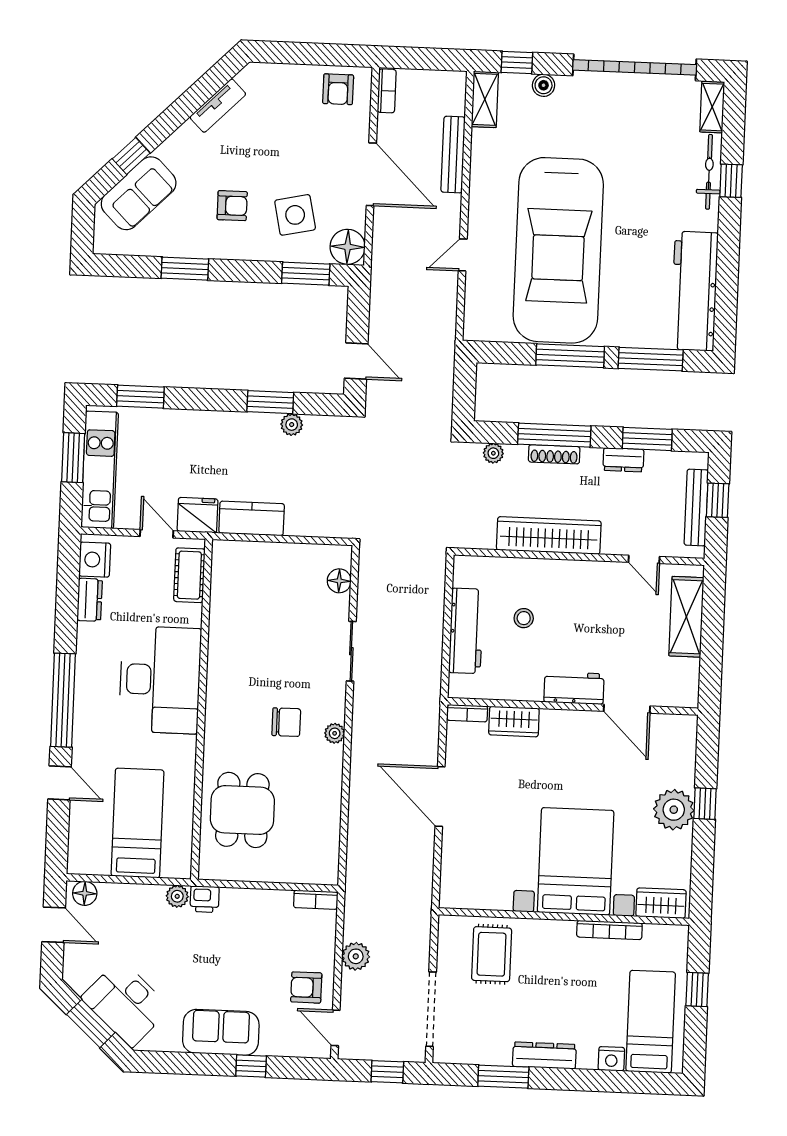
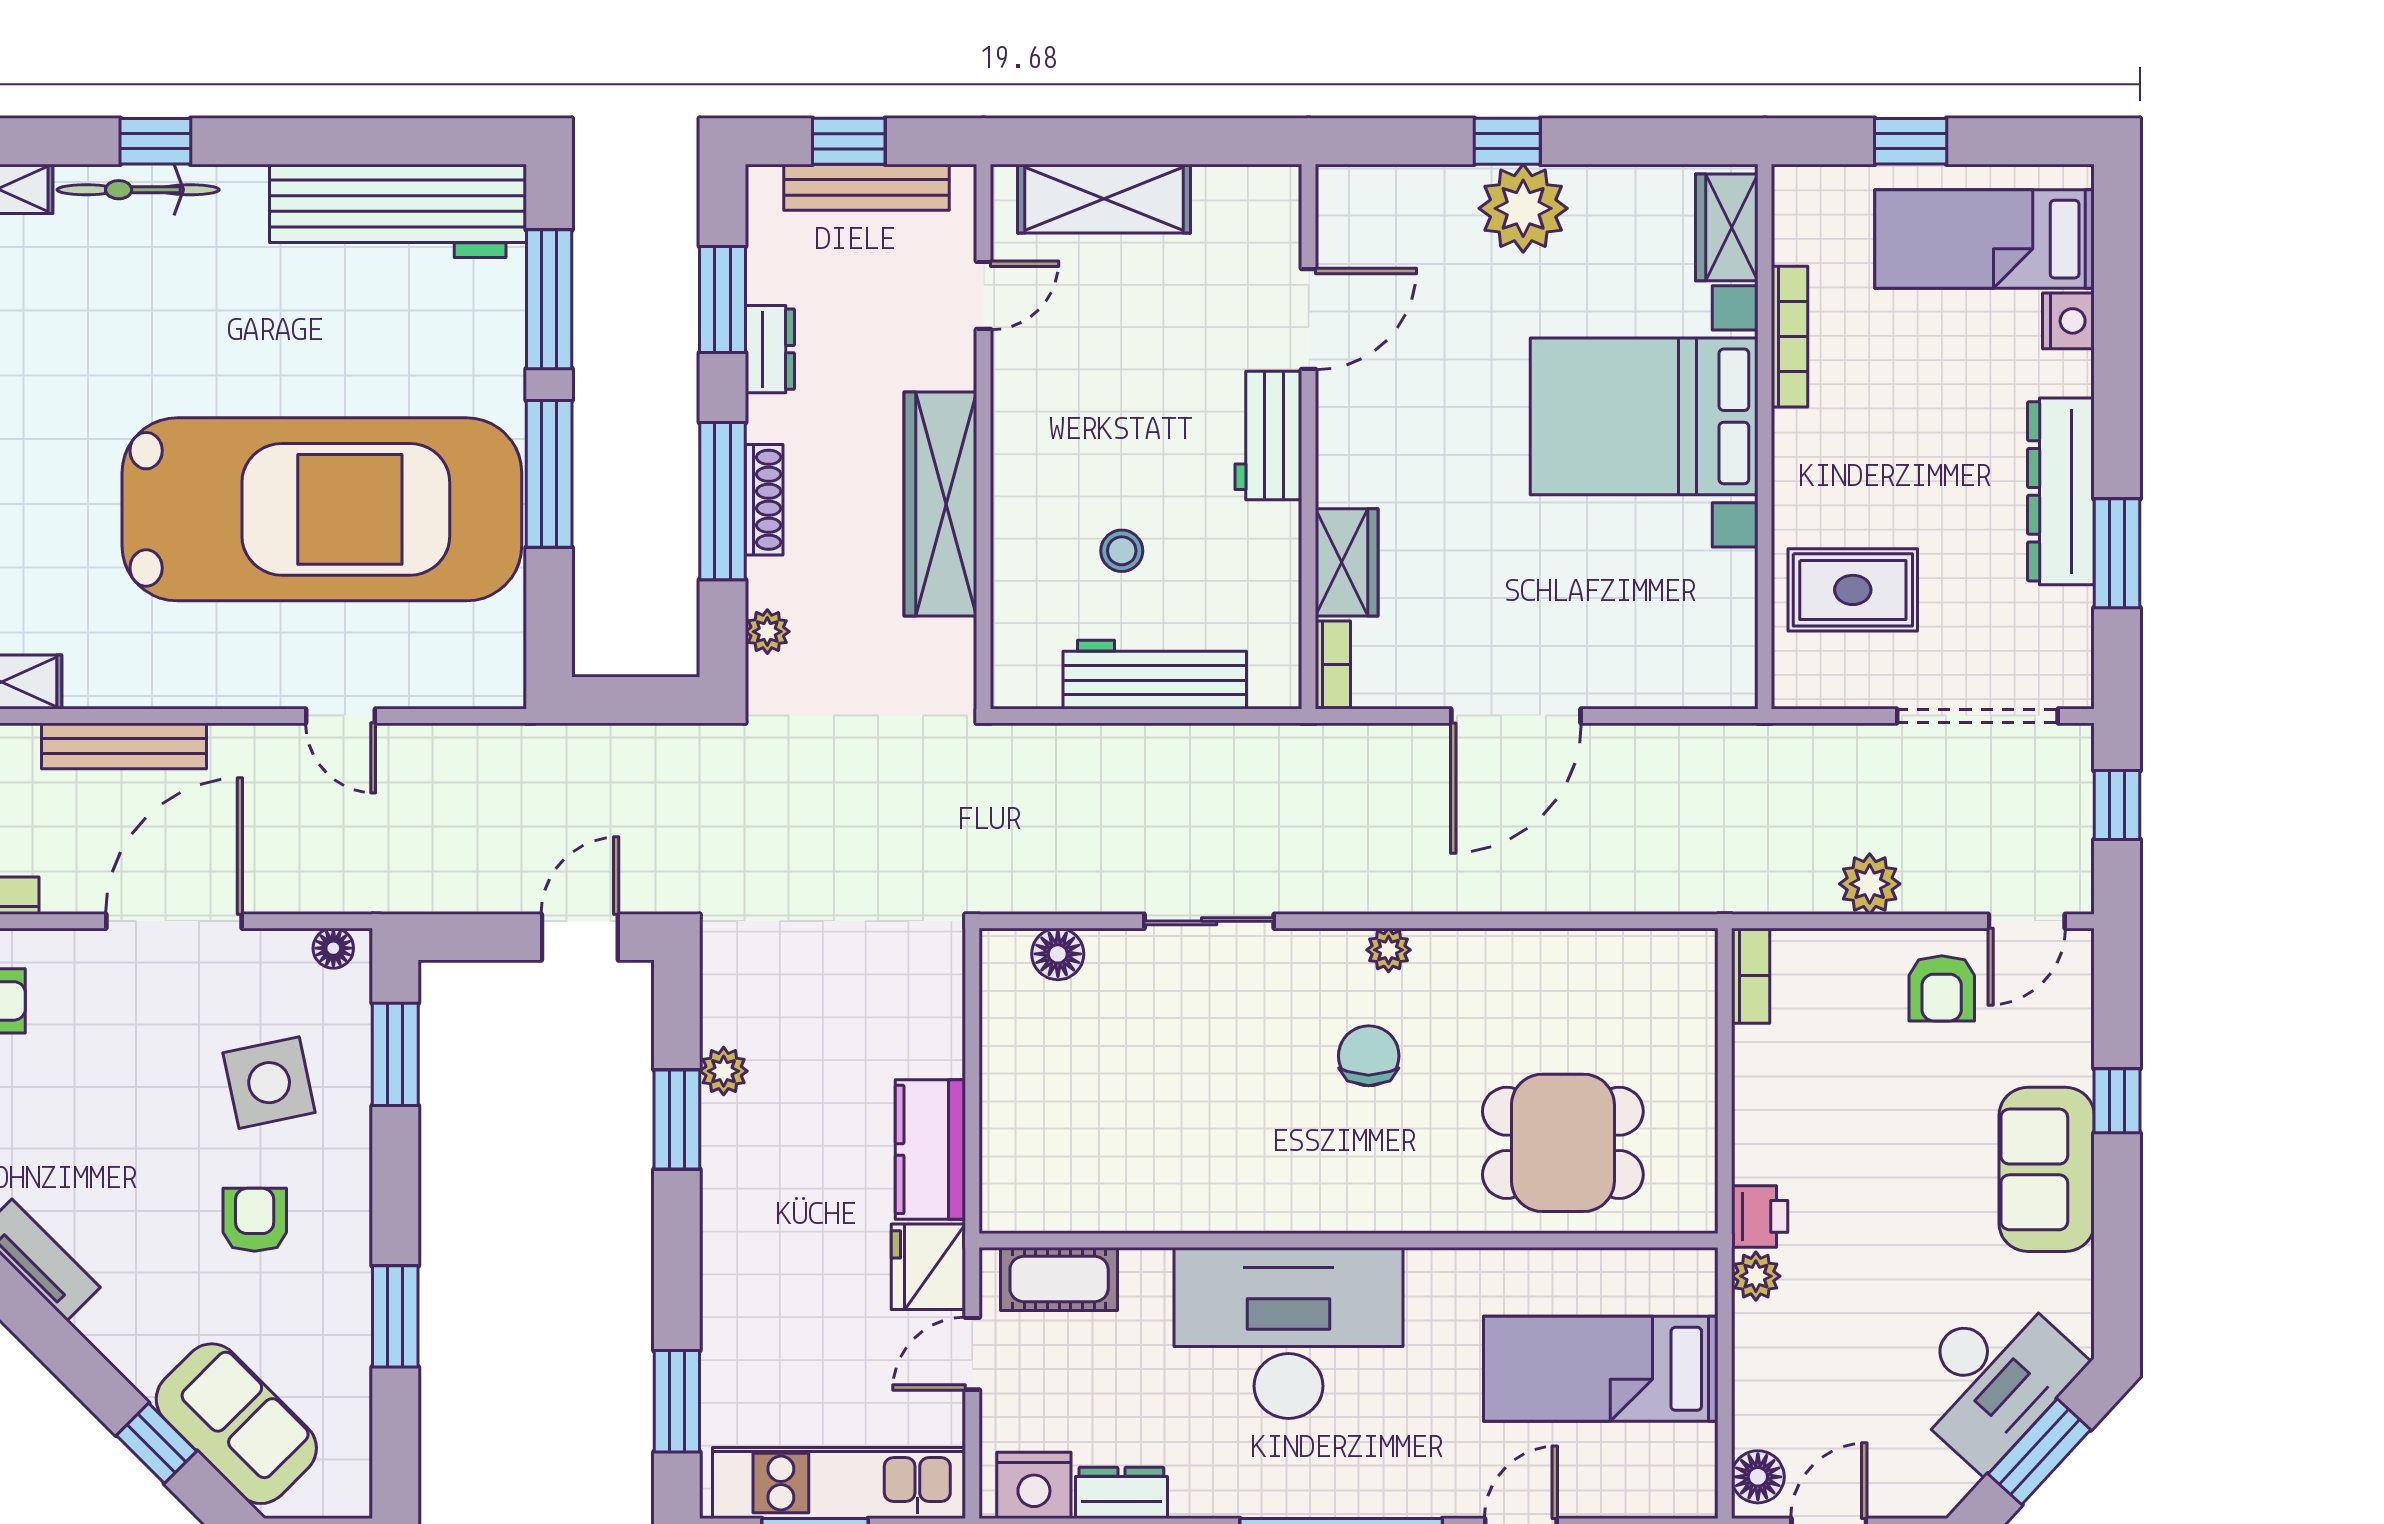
floor lamp: (348, 247) -> (333, 948), width x0.53, depth x0.53
dresser: (544, 1055) -> (2061, 491), width x1.37, depth x1.24

